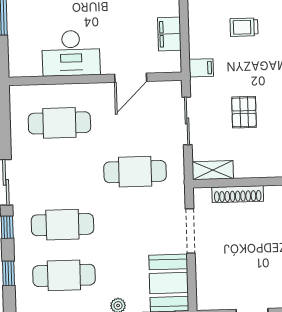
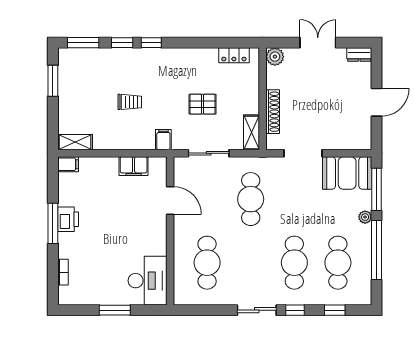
trolley: (244, 27) -> (130, 102), turned -90
desk: (71, 53) -> (147, 281), moved

